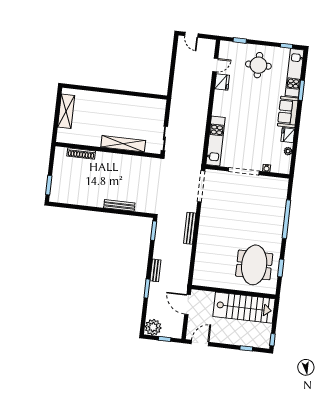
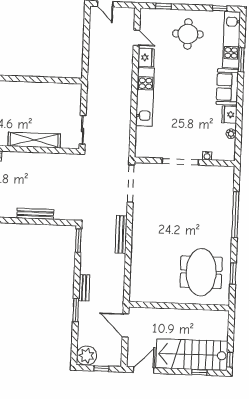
door: (215, 65) -> (136, 38), hinge flipped
kitchen unit: (216, 141) -> (145, 97), moved
stairs: (244, 308) -> (192, 355), moved, turned 180

